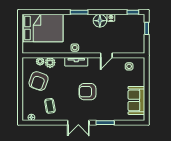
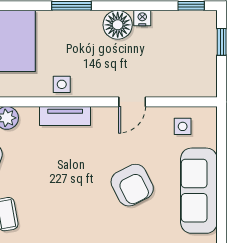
armchair: (87, 92) -> (132, 185), moved, turned -117
sofa: (136, 100) -> (199, 191), width x1.36

